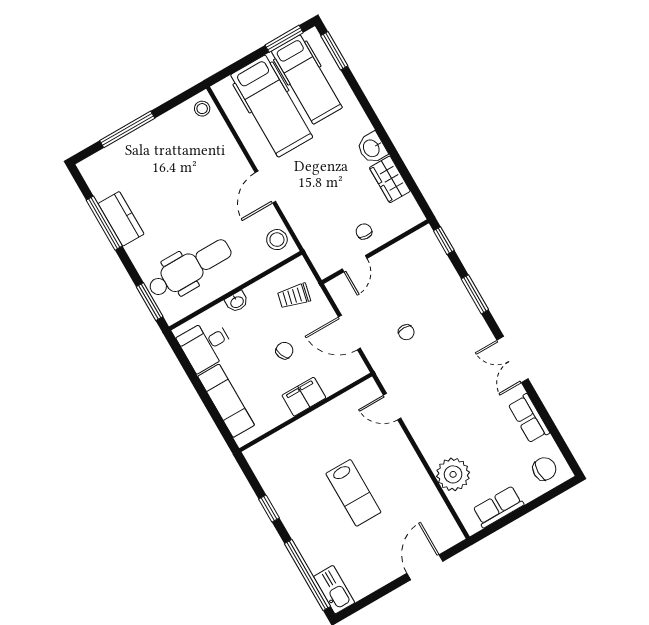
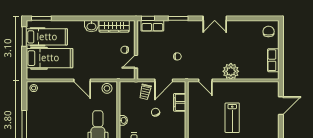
wardrobe: (390, 179) -> (114, 26), width x1.50
door: (355, 264) -> (136, 62), swing flipped
trolley: (294, 296) -> (145, 92), moved
filing cabinet: (304, 397) -> (180, 102), moved
door: (392, 407) -> (205, 80), hinge flipped
row of seats: (529, 418) -> (152, 26), moved
plant: (453, 474) -> (231, 71), moved
lab bench: (353, 493) -> (232, 118), turned 90
door: (425, 567) -> (281, 106), swing flipped

